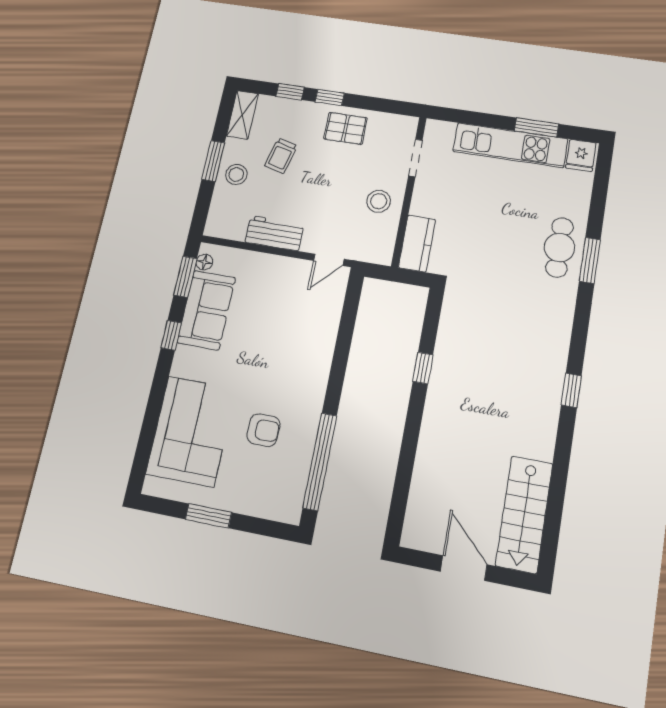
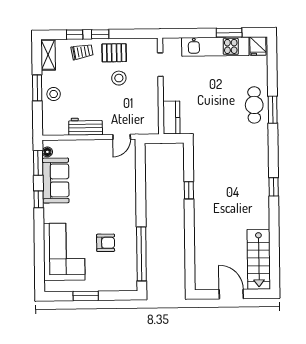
trolley: (281, 156) -> (82, 52), moved, turned -114
stool: (379, 201) -> (119, 78), moved

